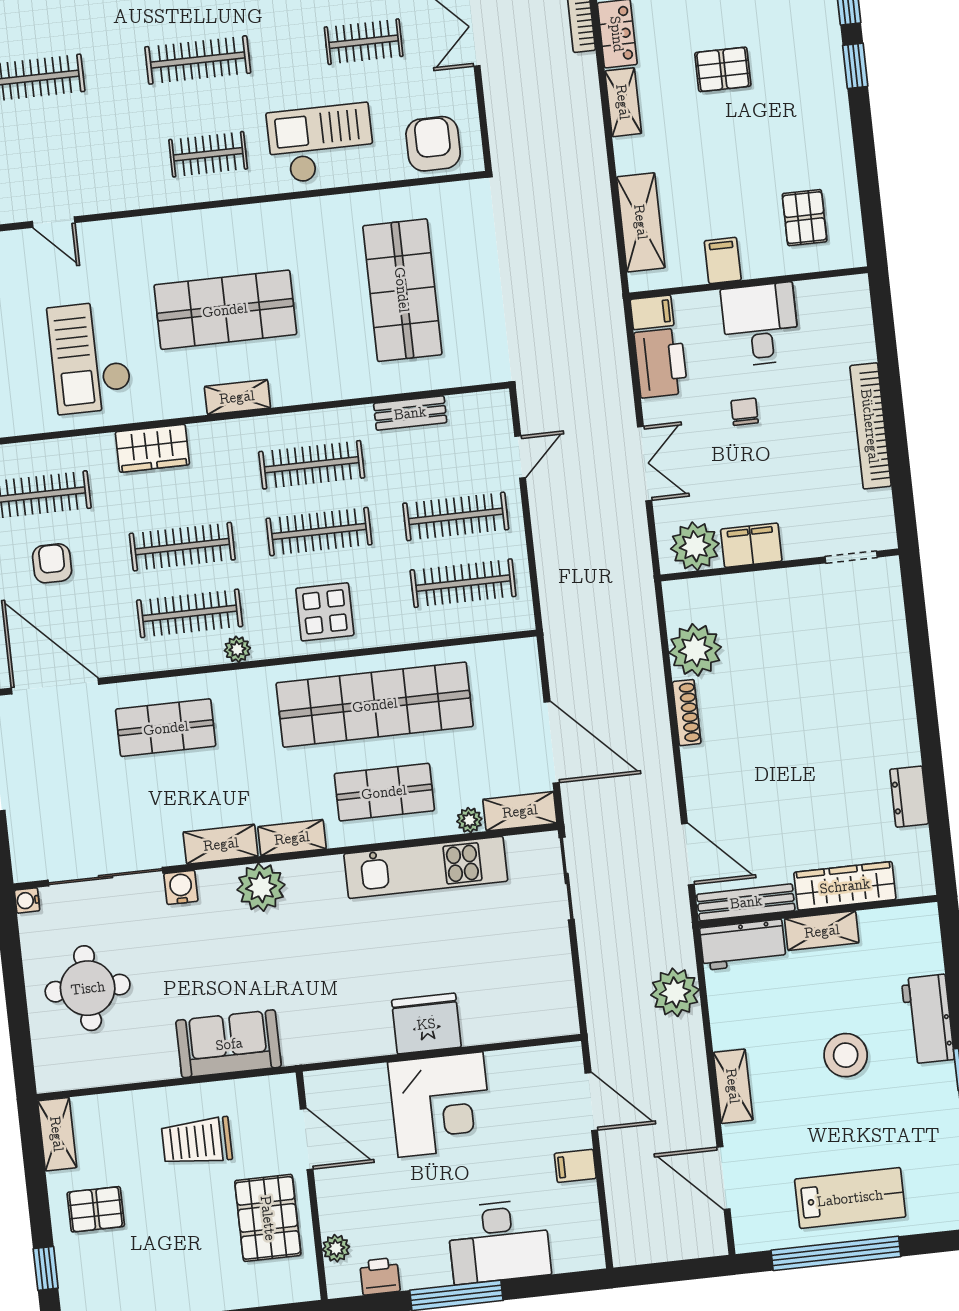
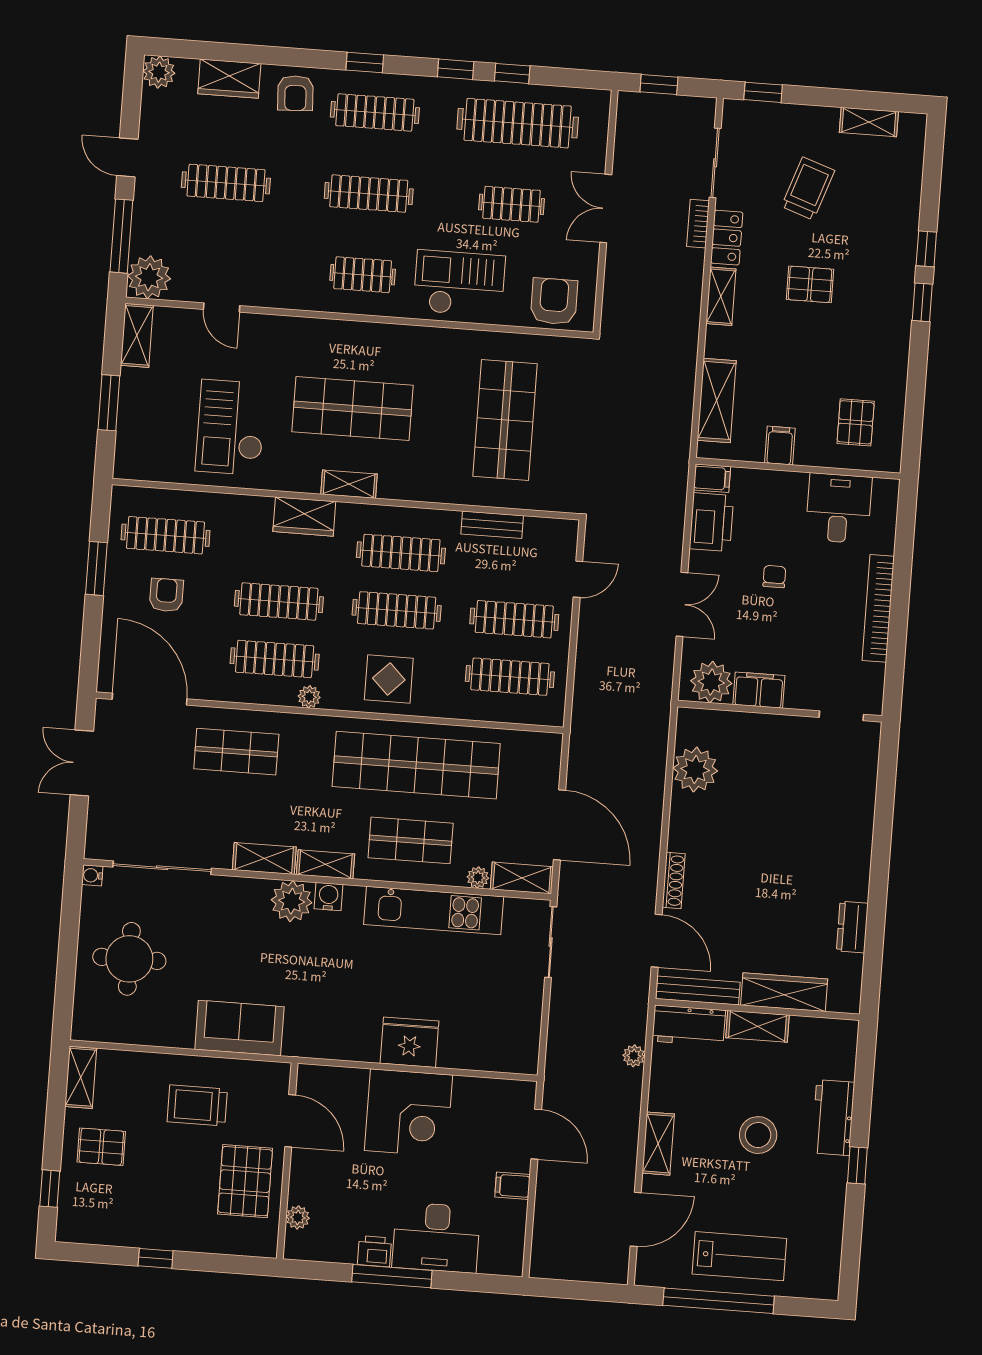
desk: (760, 324) -> (839, 508), moved
wardrobe: (152, 448) -> (304, 517), moved
shoe rack: (687, 713) -> (674, 880), moved
water cooler: (181, 887) -> (328, 897), moved
plant: (675, 992) -> (634, 1056), width x0.53, depth x0.53
door: (724, 1178) -> (636, 1219), swing flipped
printer: (380, 1276) -> (374, 1251), moved

